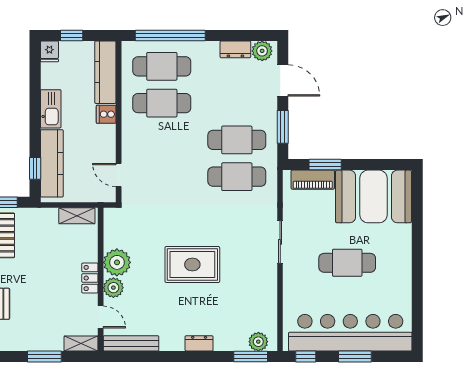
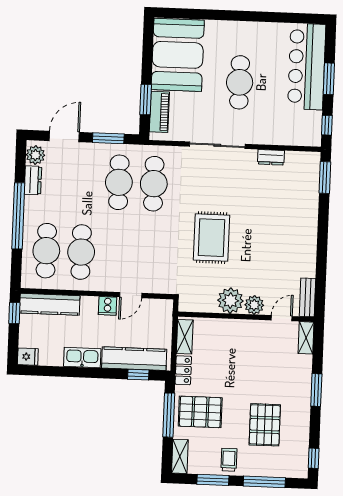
window: (72, 35) -> (14, 313), moved
window: (170, 35) -> (18, 216), moved
cooker: (106, 114) -> (108, 306), moved
door: (119, 175) -> (131, 295), moved
sliding door: (280, 242) -> (217, 145), width x1.37
rug: (192, 265) -> (211, 238), moved
locker: (90, 278) -> (183, 370), moved, turned -90
bar counter: (350, 333) -> (307, 67), width x0.73
plant: (258, 342) -> (311, 170), removed
bench: (131, 343) -> (308, 297), width x0.73
dresser: (199, 343) -> (271, 157), moved, turned -90
window: (44, 357) -> (316, 390), moved

